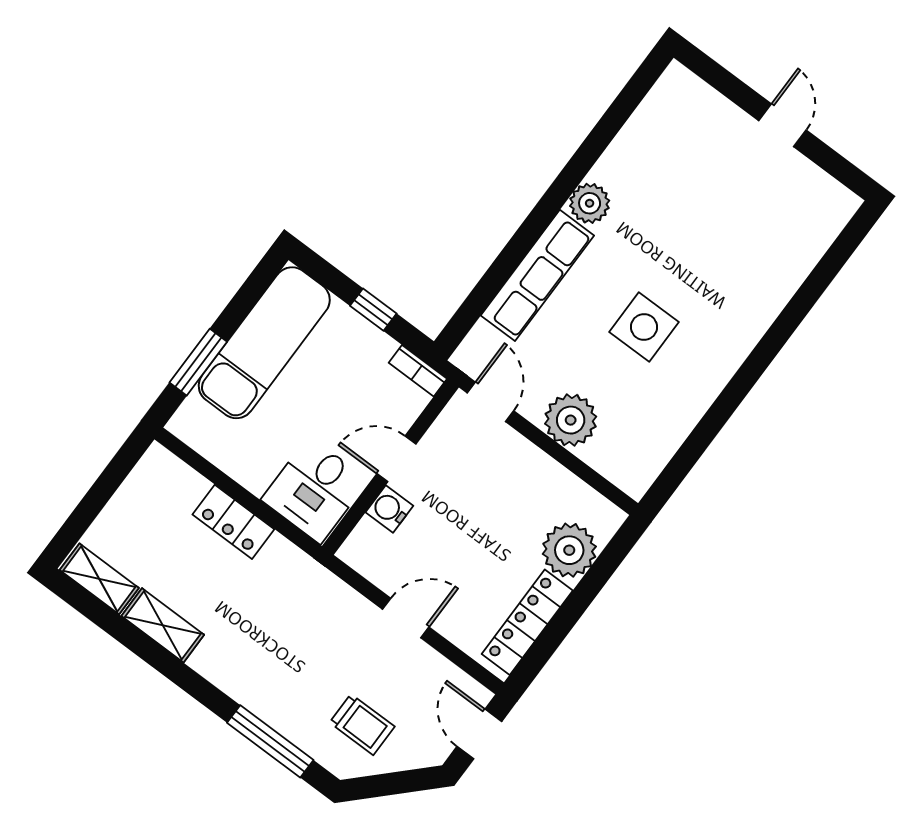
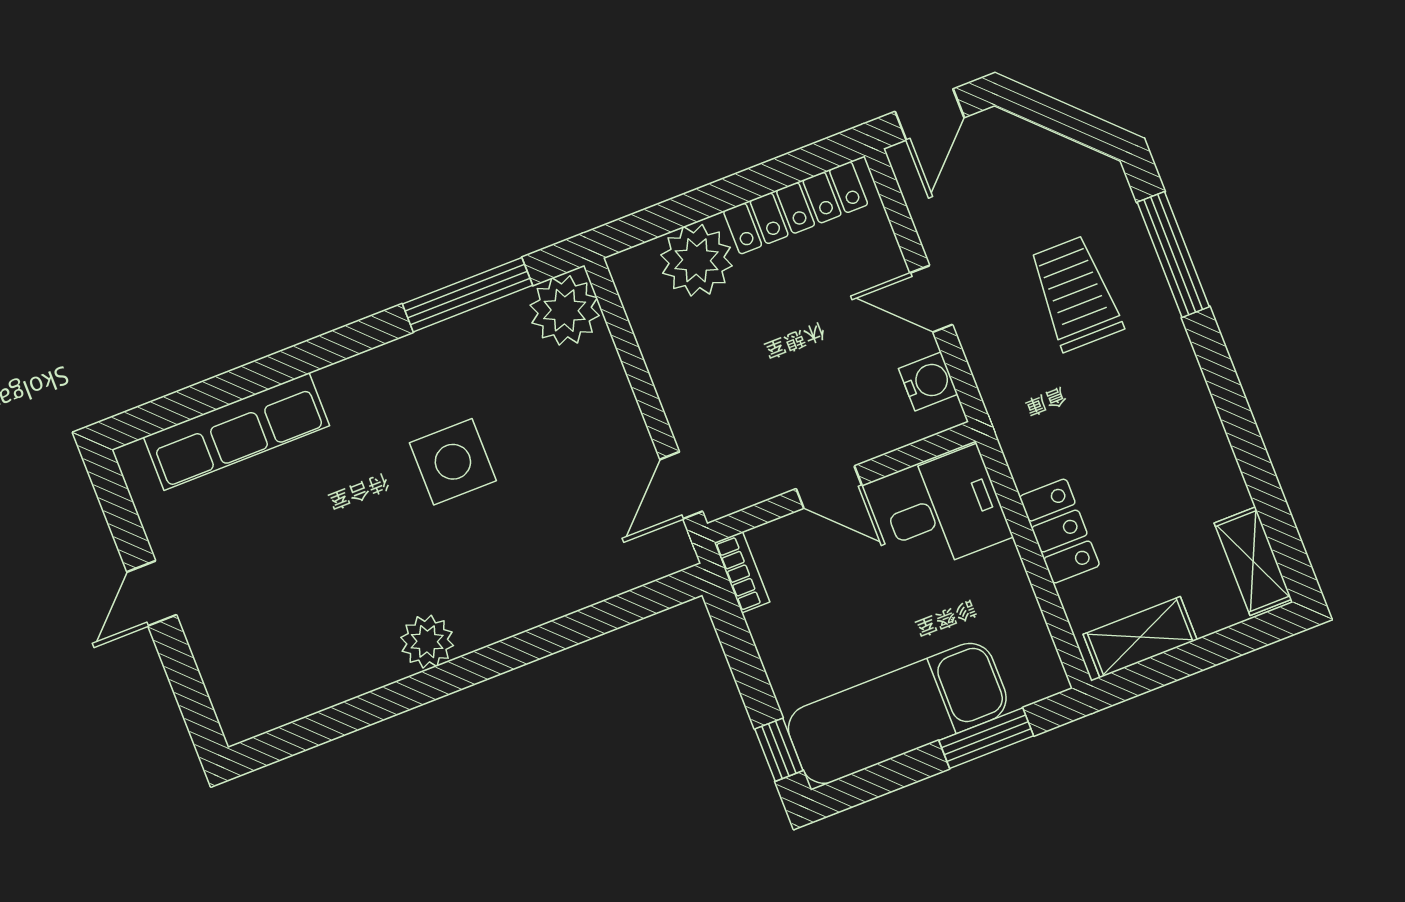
row of seats: (537, 275) -> (237, 431), moved, turned 180
window: (373, 310) -> (779, 750), moved
plant: (571, 420) -> (565, 310), moved
window: (700, 438) -> (468, 295), added
water cooler: (389, 509) -> (928, 381), moved, turned -90
shelving: (163, 625) -> (1140, 637), moved, turned 90
trolley: (362, 725) -> (1075, 293), moved, width x1.36, depth x1.39

